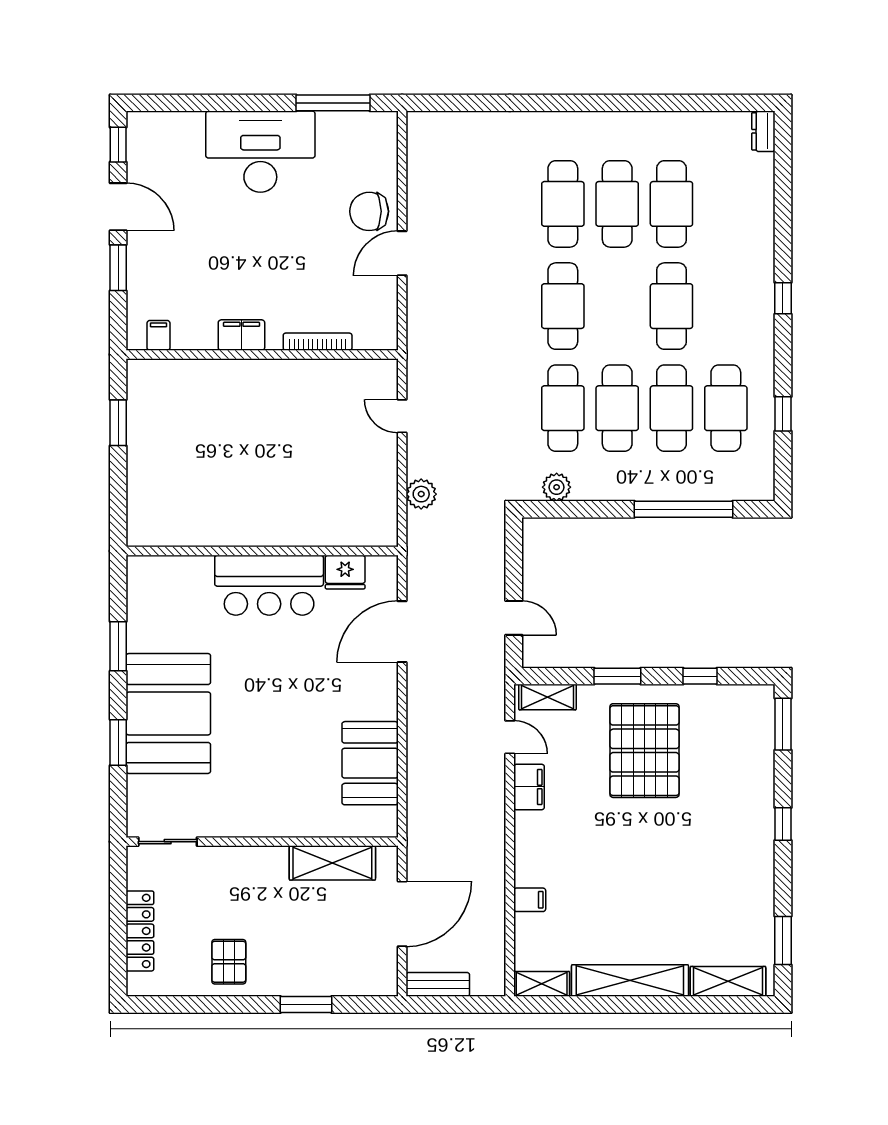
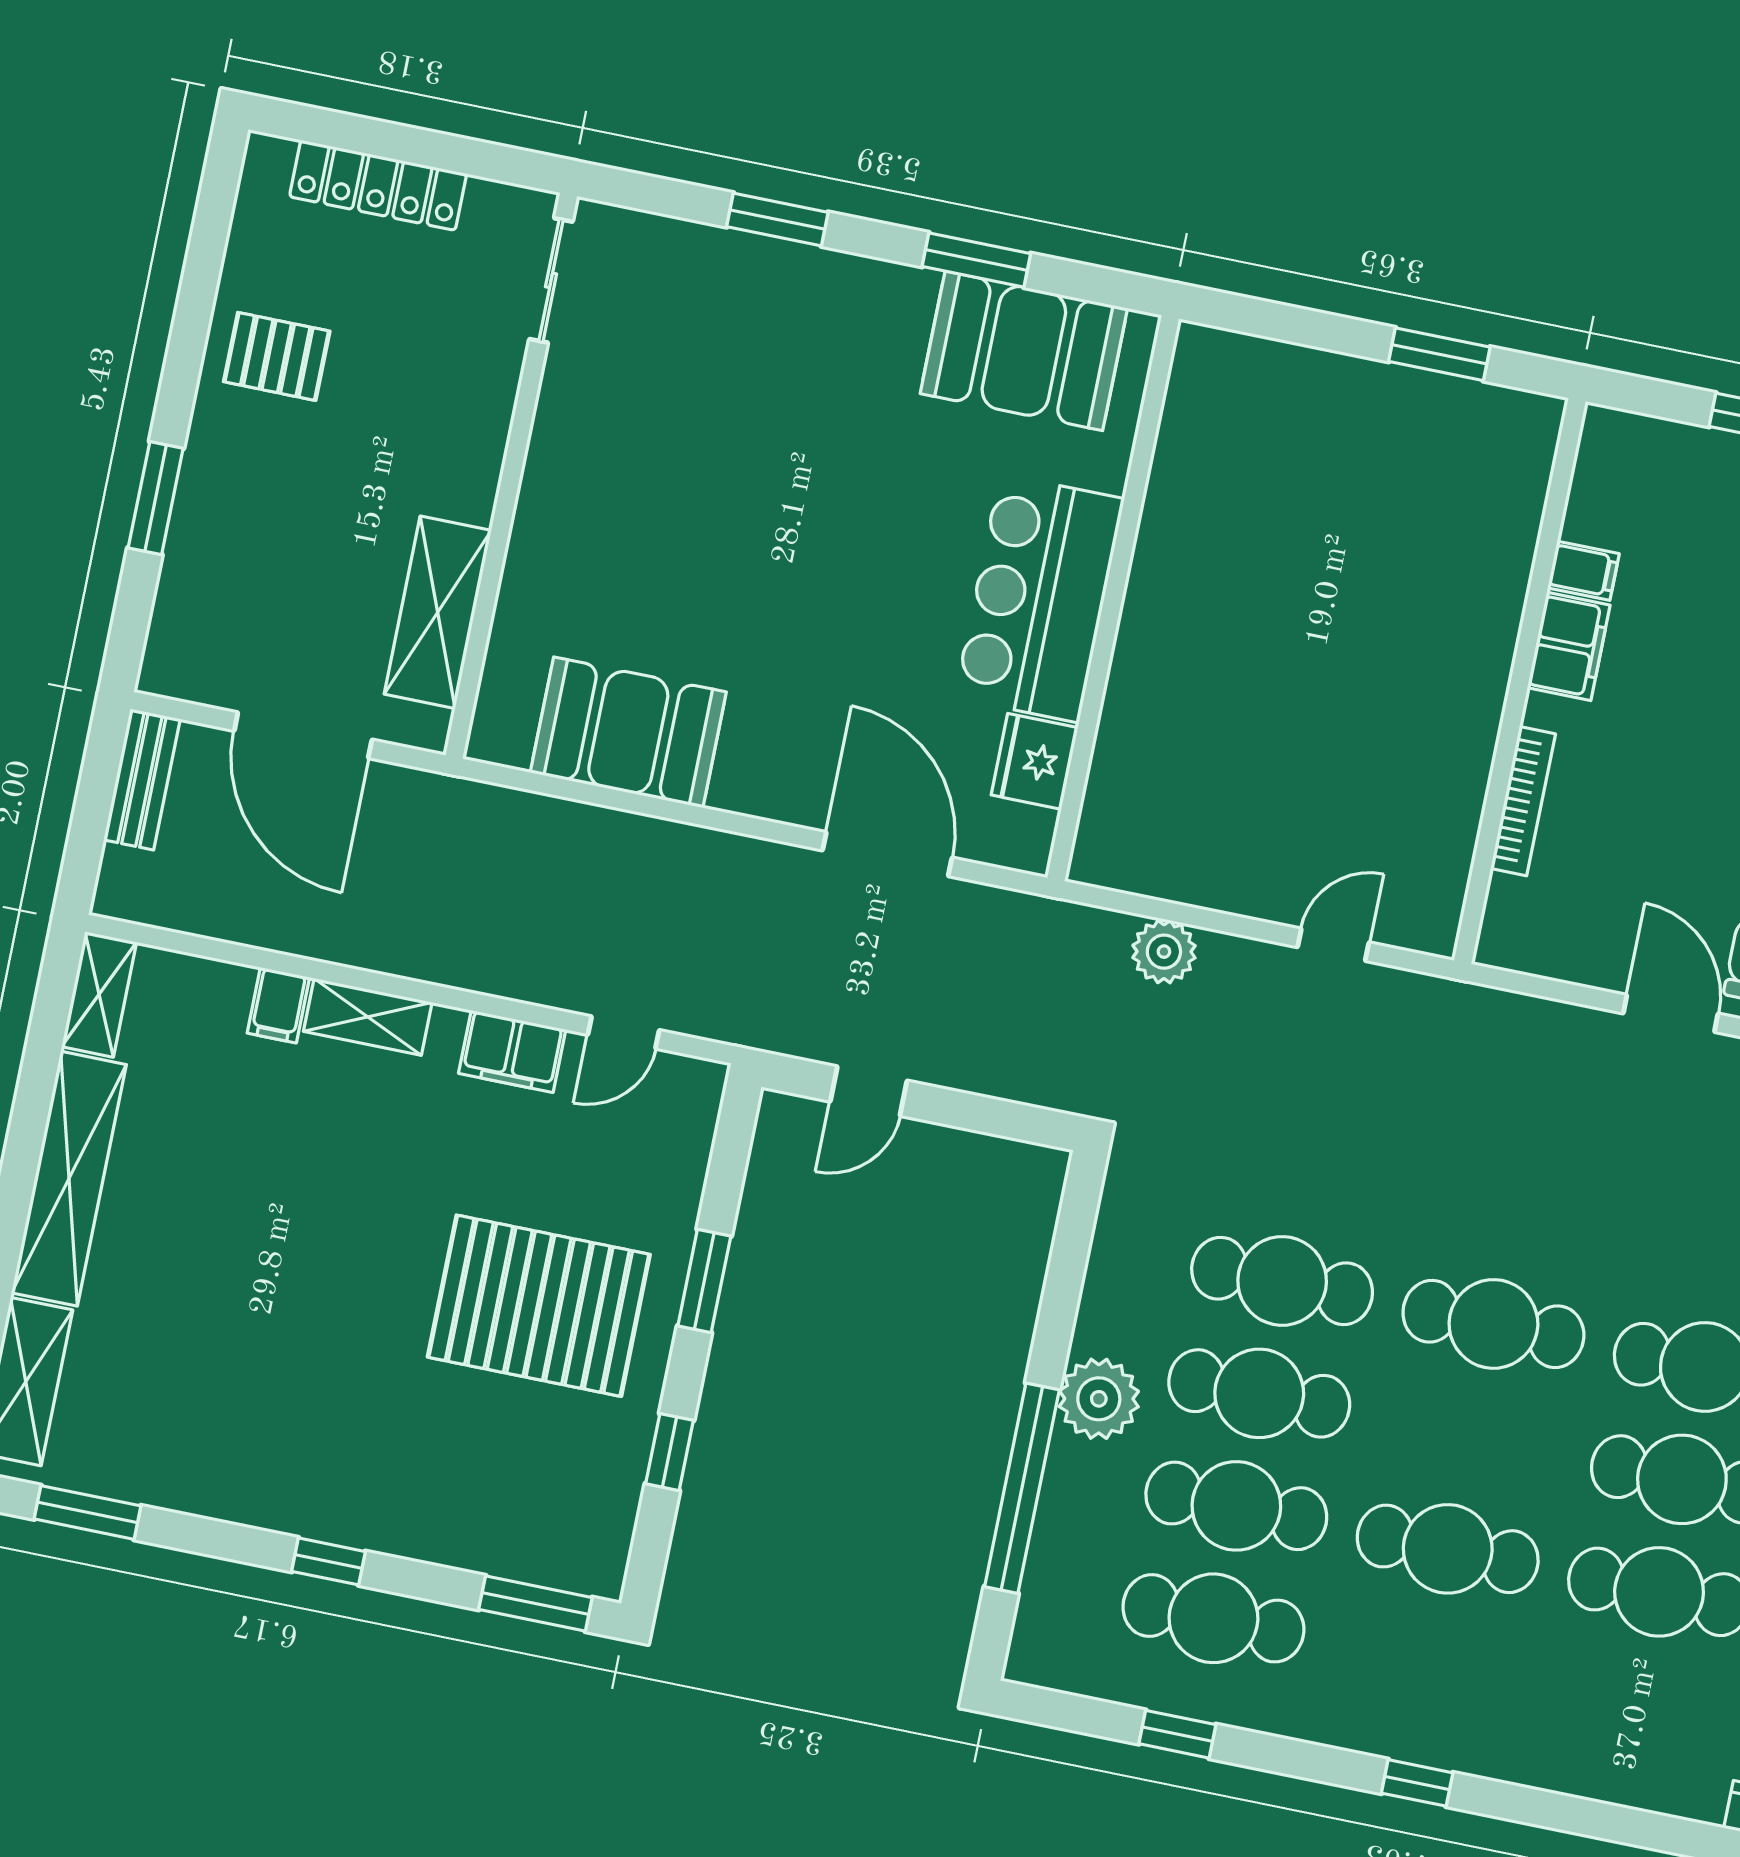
filing cabinet: (158, 335) -> (1583, 571), moved
plant: (557, 487) -> (1099, 1399), moved, width x1.36, depth x1.36
shelving: (547, 697) -> (368, 1017), moved, turned 90
booth: (168, 713) -> (1024, 351), moved, width x0.73, depth x0.70

